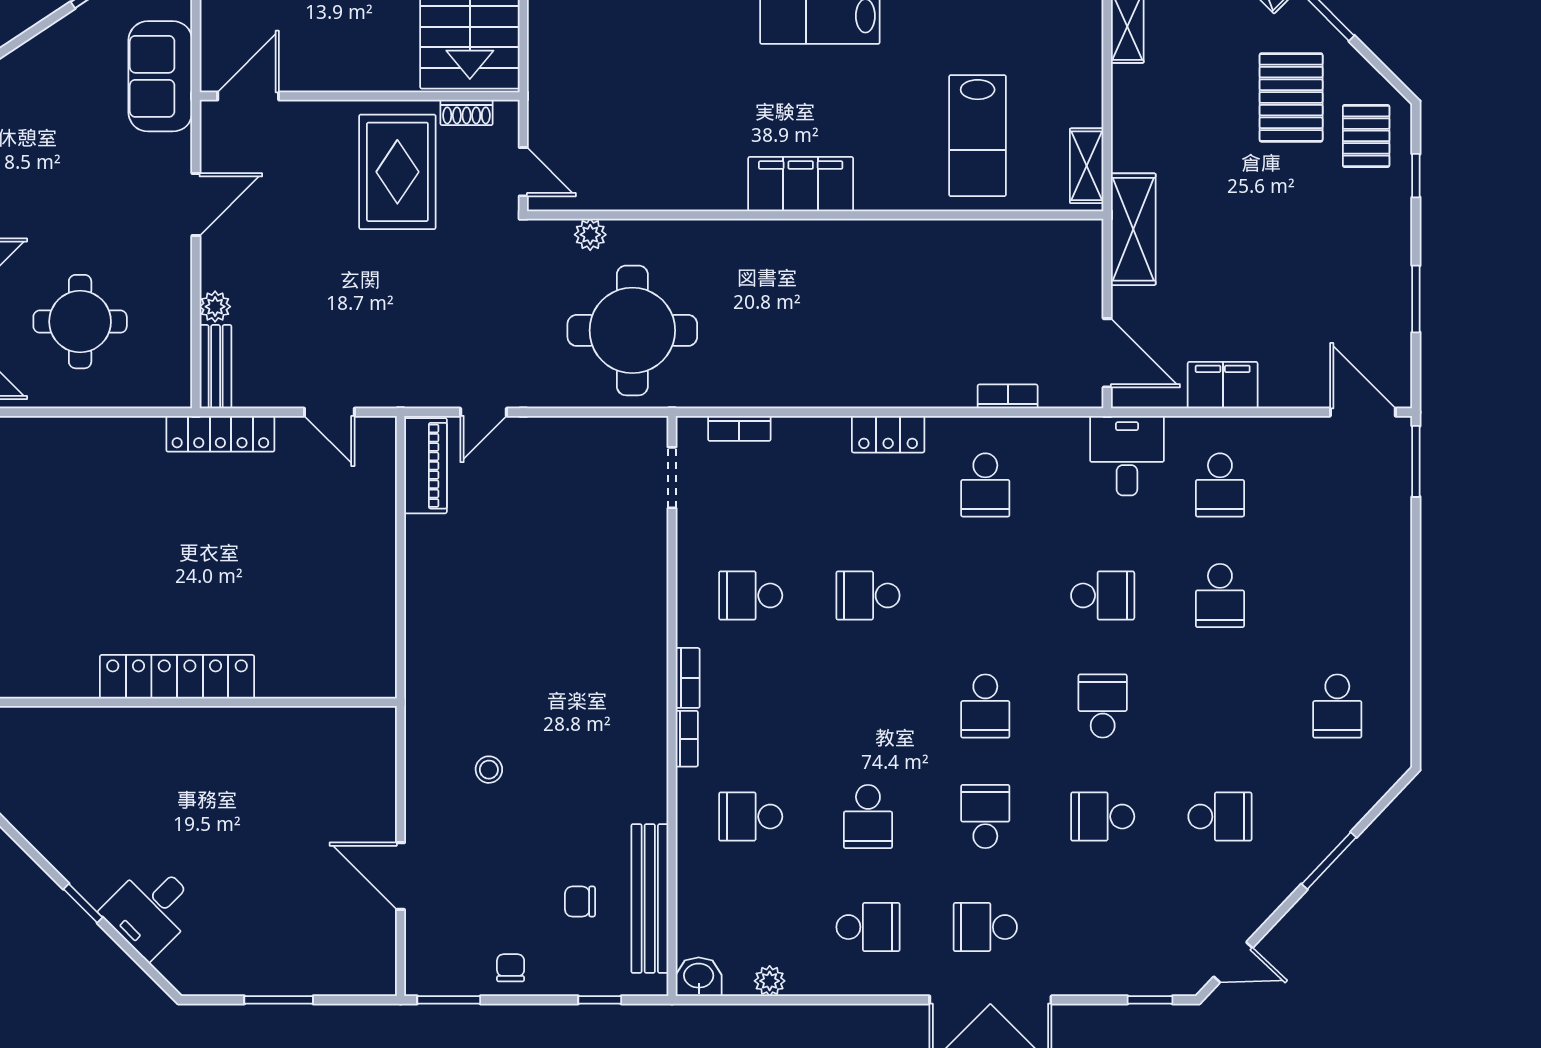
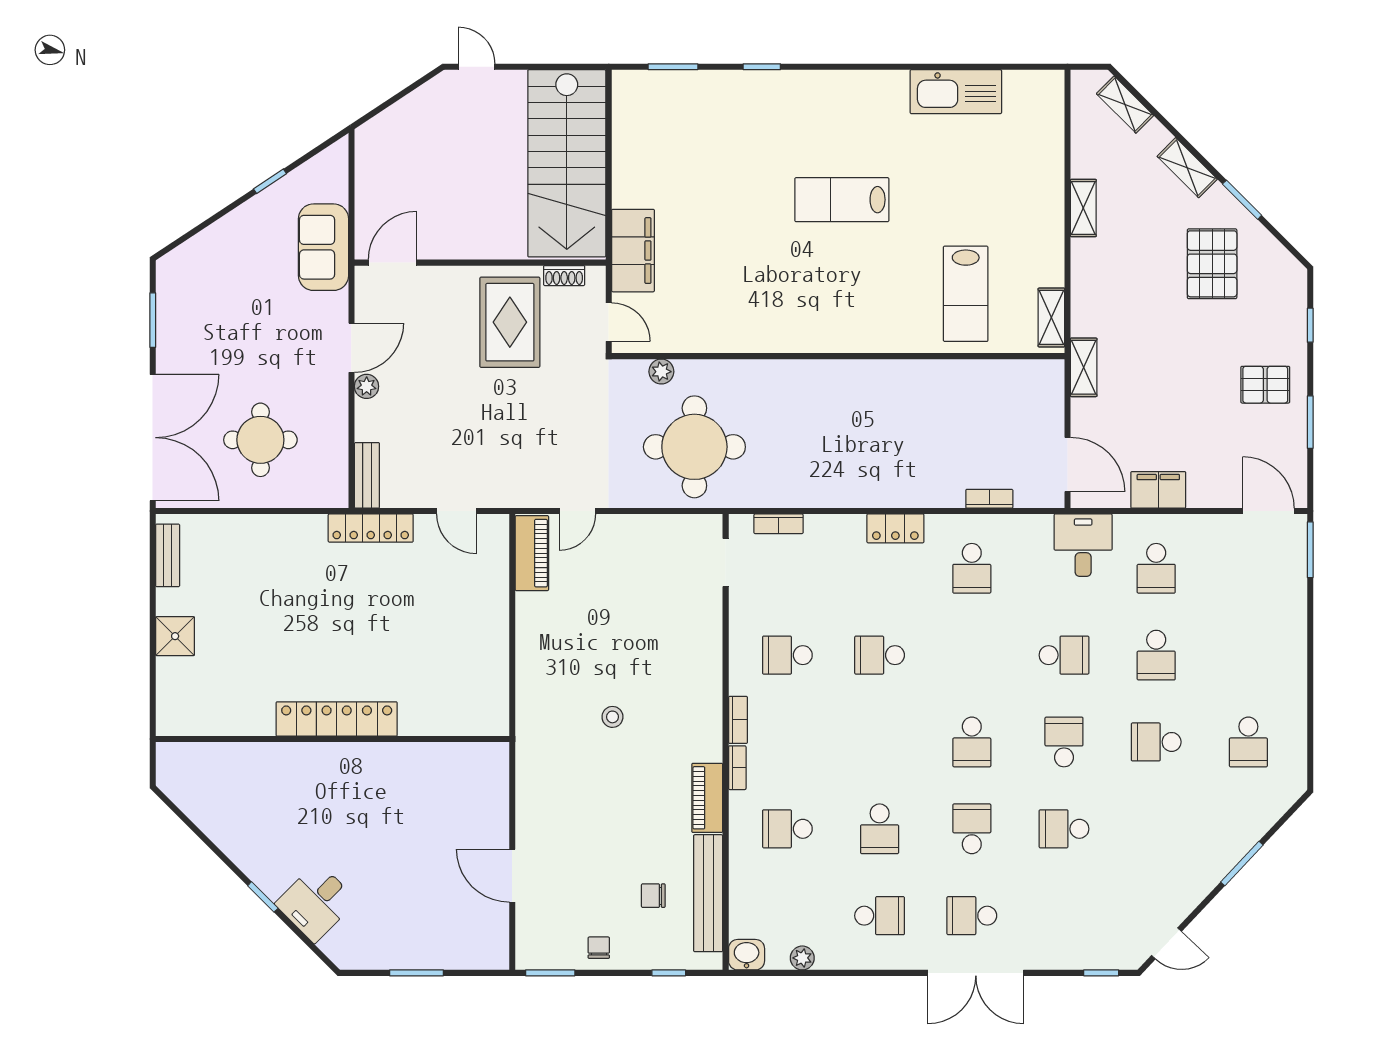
pallet: (1366, 136) -> (1265, 385), moved, turned 90
filing cabinet: (801, 184) -> (633, 251), moved, turned 90
shelving: (1133, 229) -> (1084, 367), width x0.67, depth x0.75
plant: (215, 307) -> (367, 386), moved
stool: (489, 770) -> (612, 717), moved
piano: (649, 777) -> (707, 798), added
school desk: (1220, 817) -> (1156, 742), moved, turned 180

